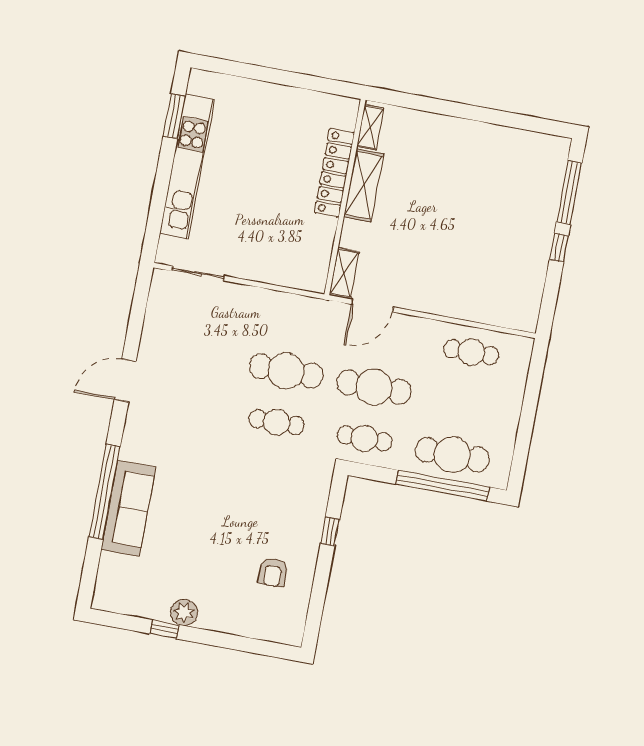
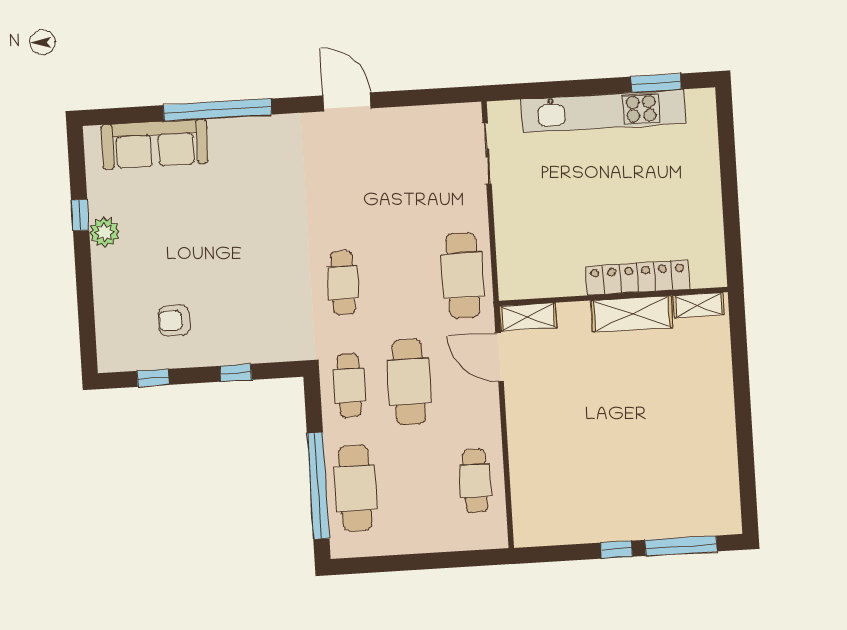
cafe table: (286, 371) -> (463, 275), moved
sofa: (128, 508) -> (155, 144), moved
window: (317, 602) -> (153, 378), added

